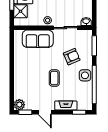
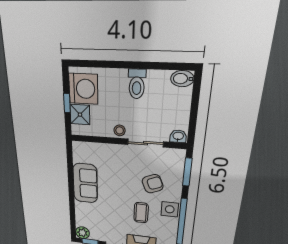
sofa: (38, 39) -> (85, 183), moved, turned -90
coffee table: (54, 78) -> (141, 213), moved

